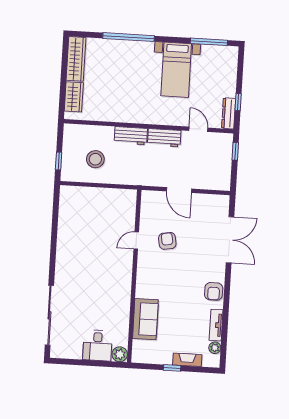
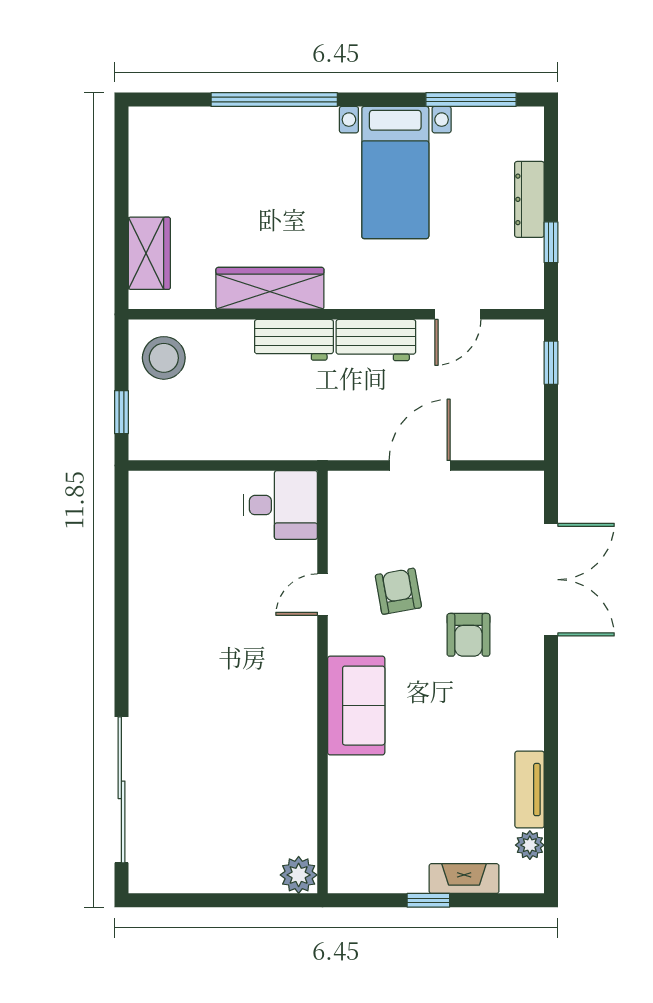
wardrobe: (76, 59) -> (270, 288), moved, turned -90
dresser: (229, 113) -> (529, 199), moved
door: (198, 129) -> (458, 314), swing flipped
stool: (95, 159) -> (164, 358), moved
door: (179, 190) -> (420, 466), swing flipped
armchair: (214, 291) -> (468, 635), moved
sofa: (145, 319) -> (356, 706), moved
desk: (97, 345) -> (280, 505), moved, turned -90

